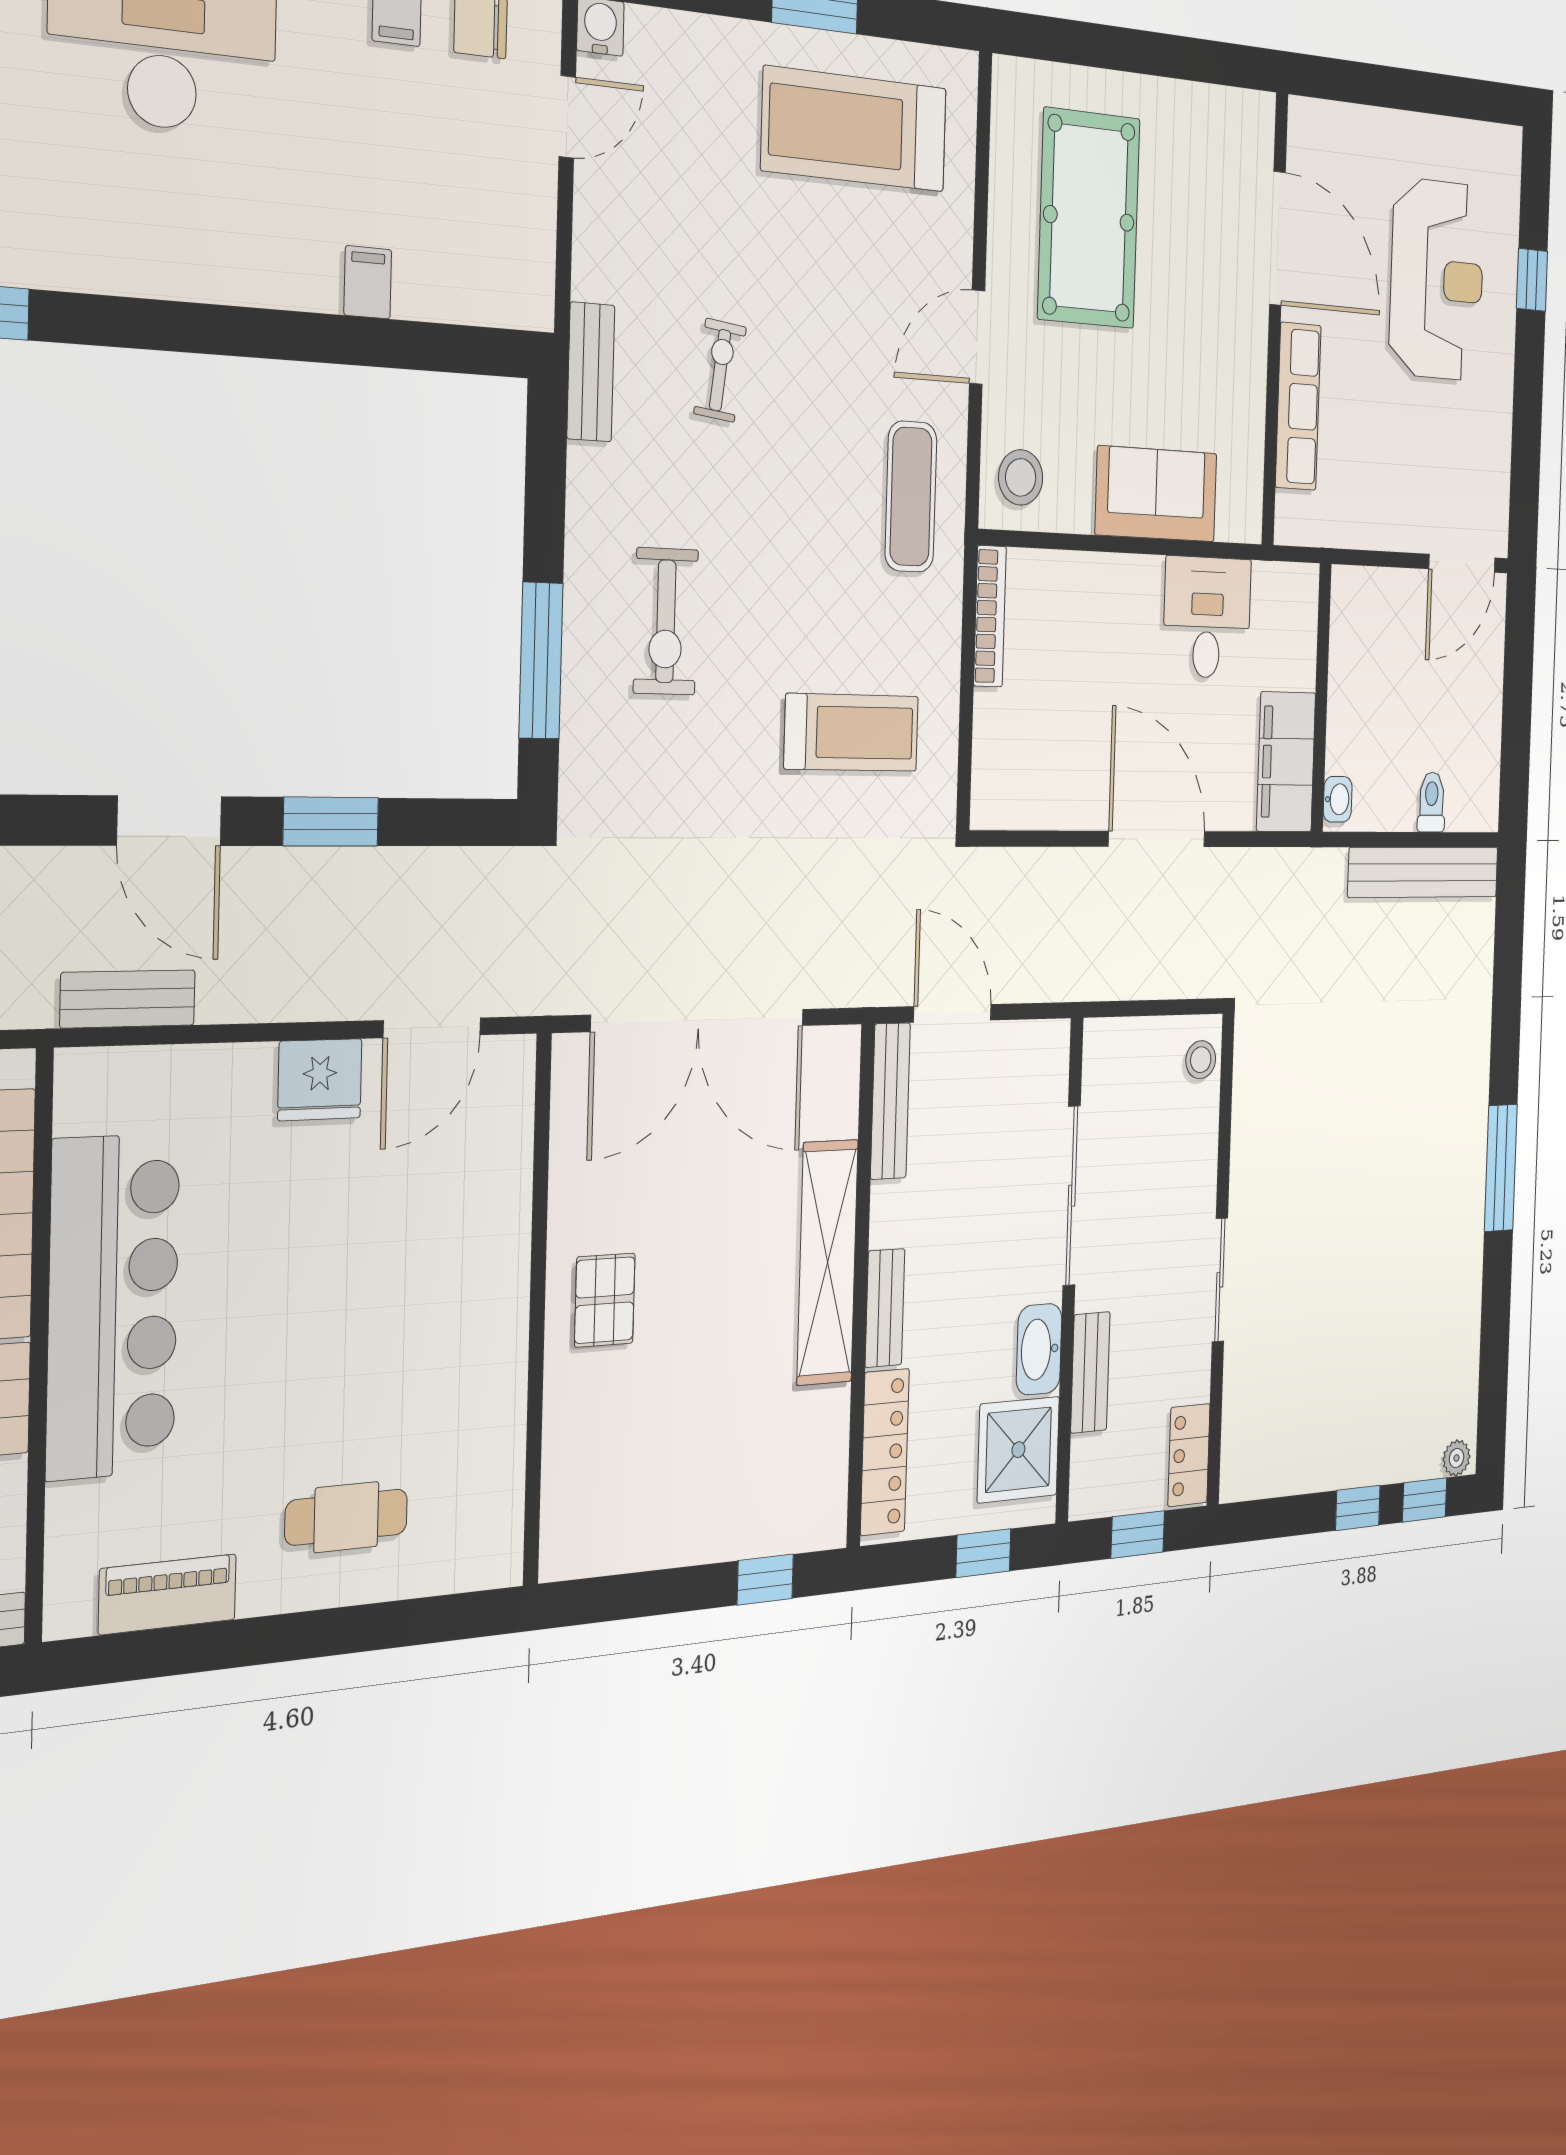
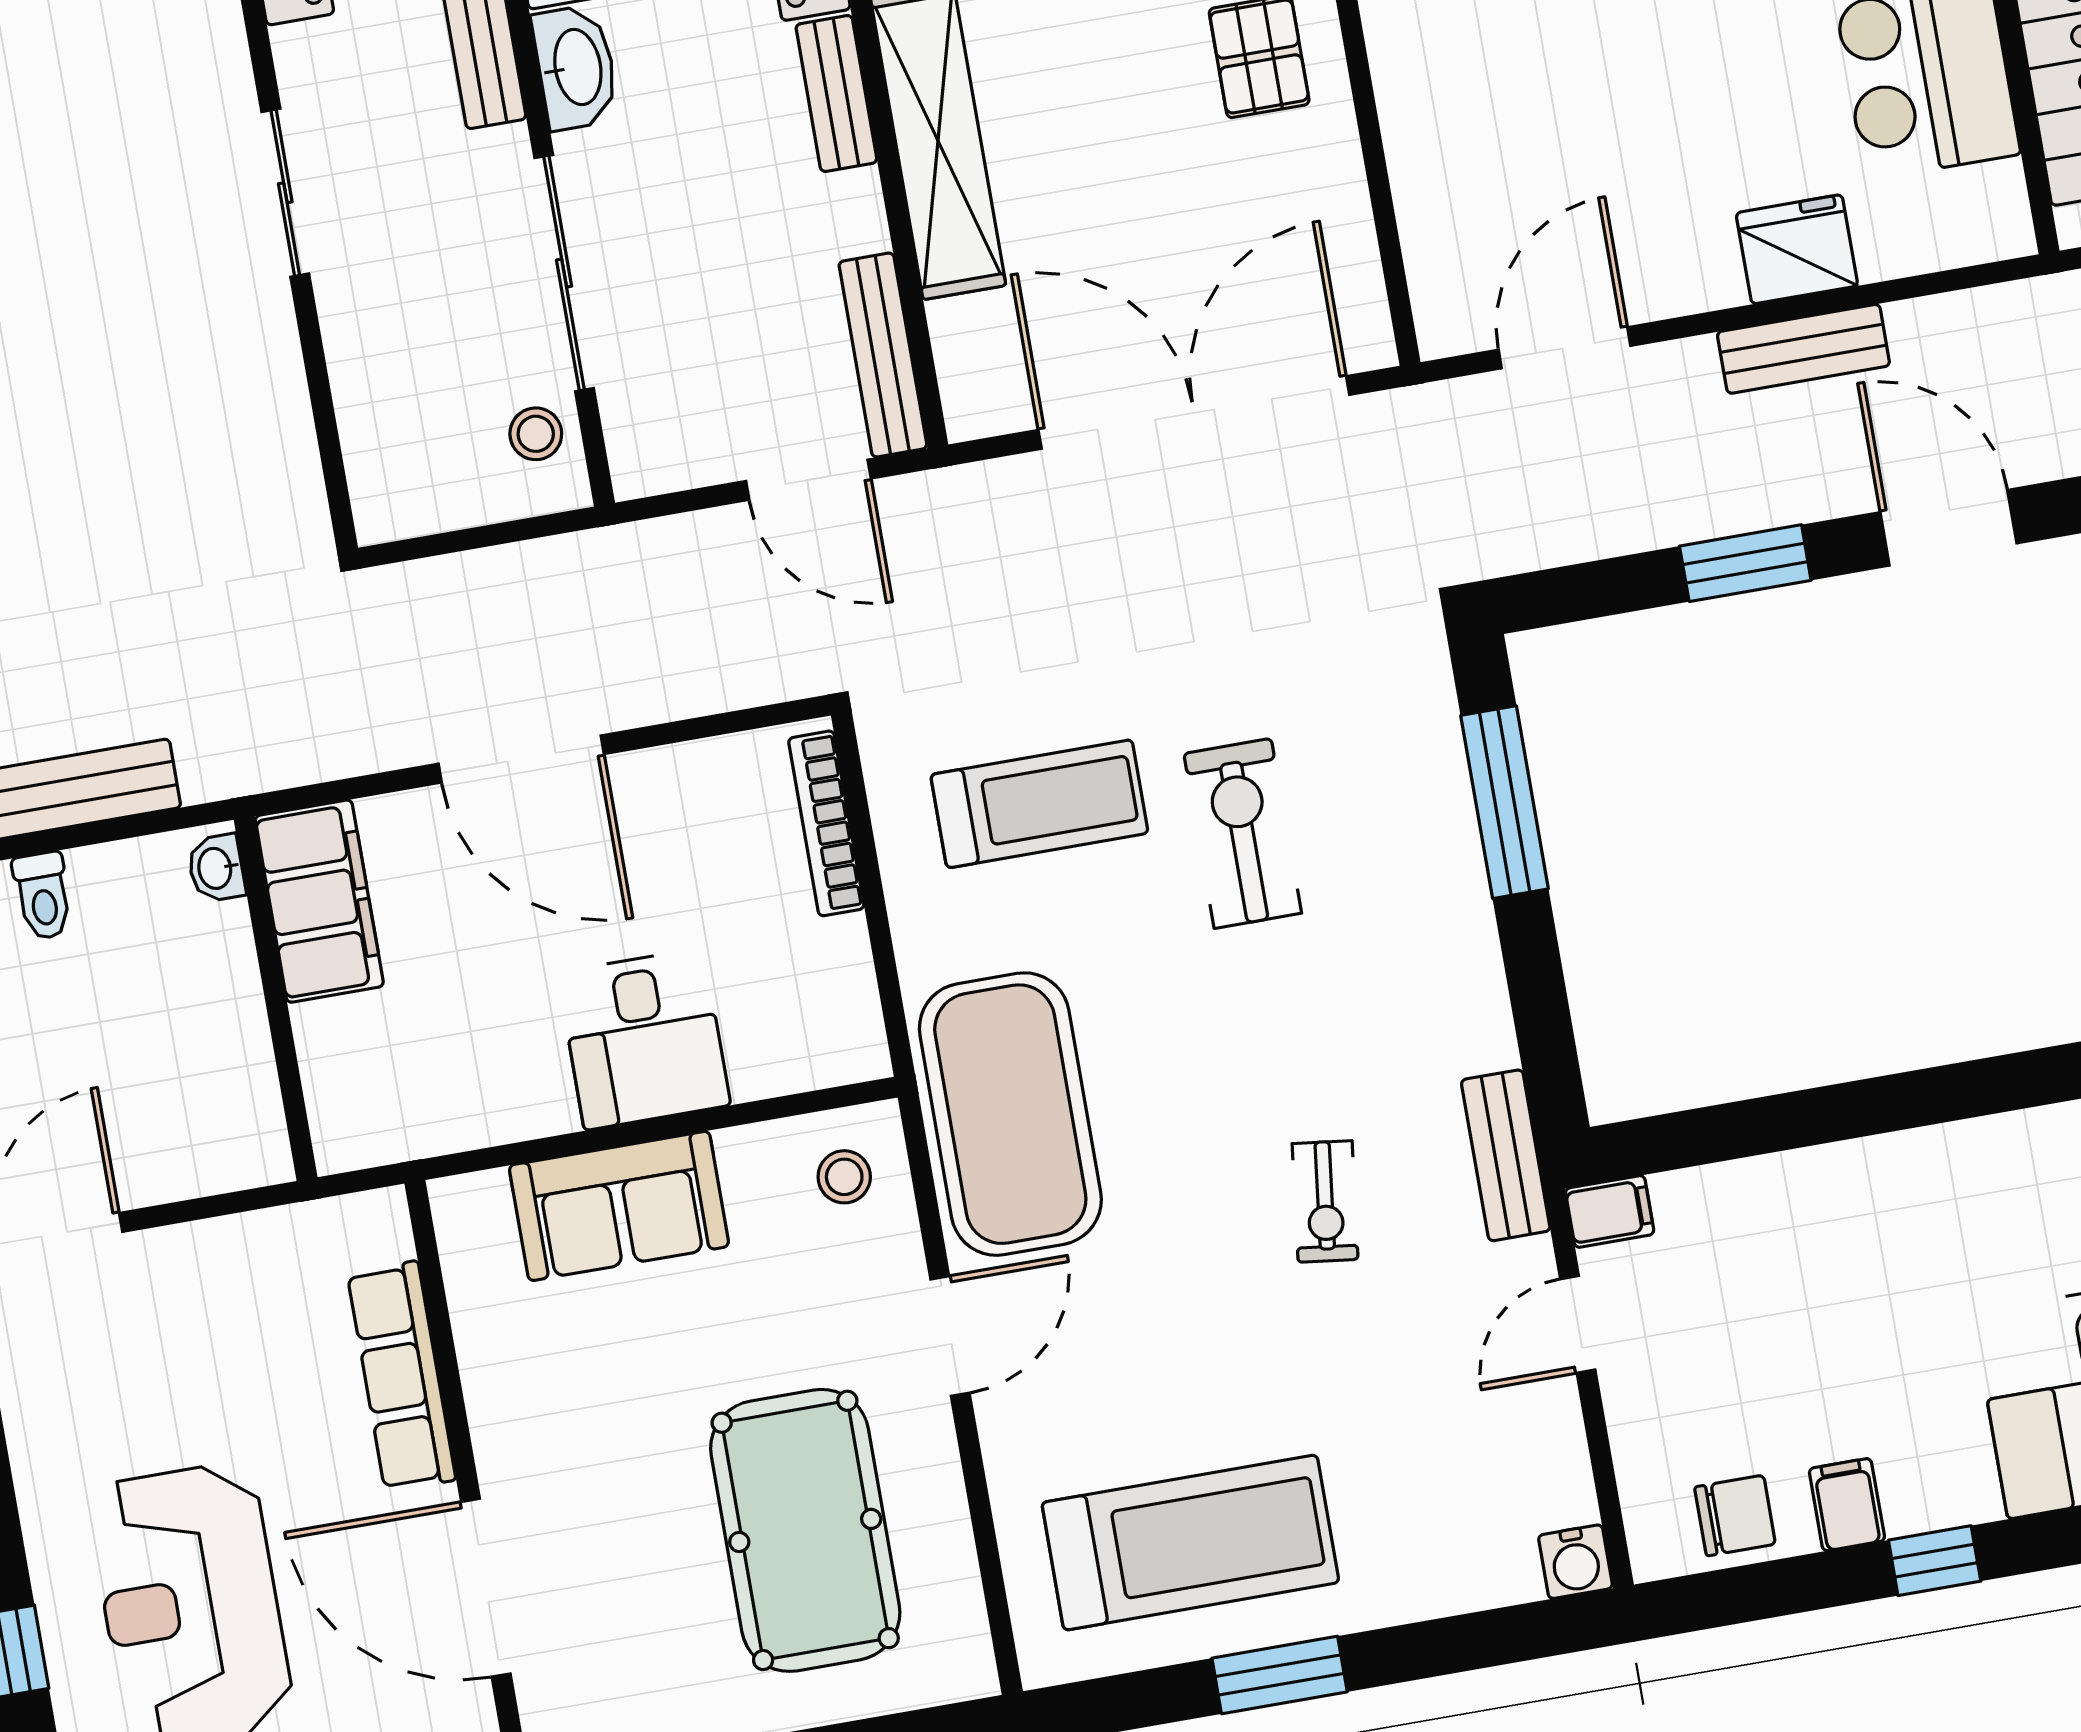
door: (567, 117) -> (1578, 1324), moved
filing cabinet: (368, 282) -> (1610, 1211), moved, turned -90
stool: (1021, 477) -> (844, 1177), width x0.73, depth x0.73
exercise mat: (911, 497) -> (1010, 1114), width x2.00, depth x1.45
bookcase: (990, 616) -> (826, 823), moved
desk: (1207, 617) -> (644, 1039), moved
exercise bike: (666, 621) -> (1243, 833), moved
treadmill: (852, 732) -> (1039, 804), turned 180
bench: (128, 999) -> (1803, 349), moved
stool: (1201, 1060) -> (536, 434), moved
fridge: (320, 1080) -> (1797, 249), moved

